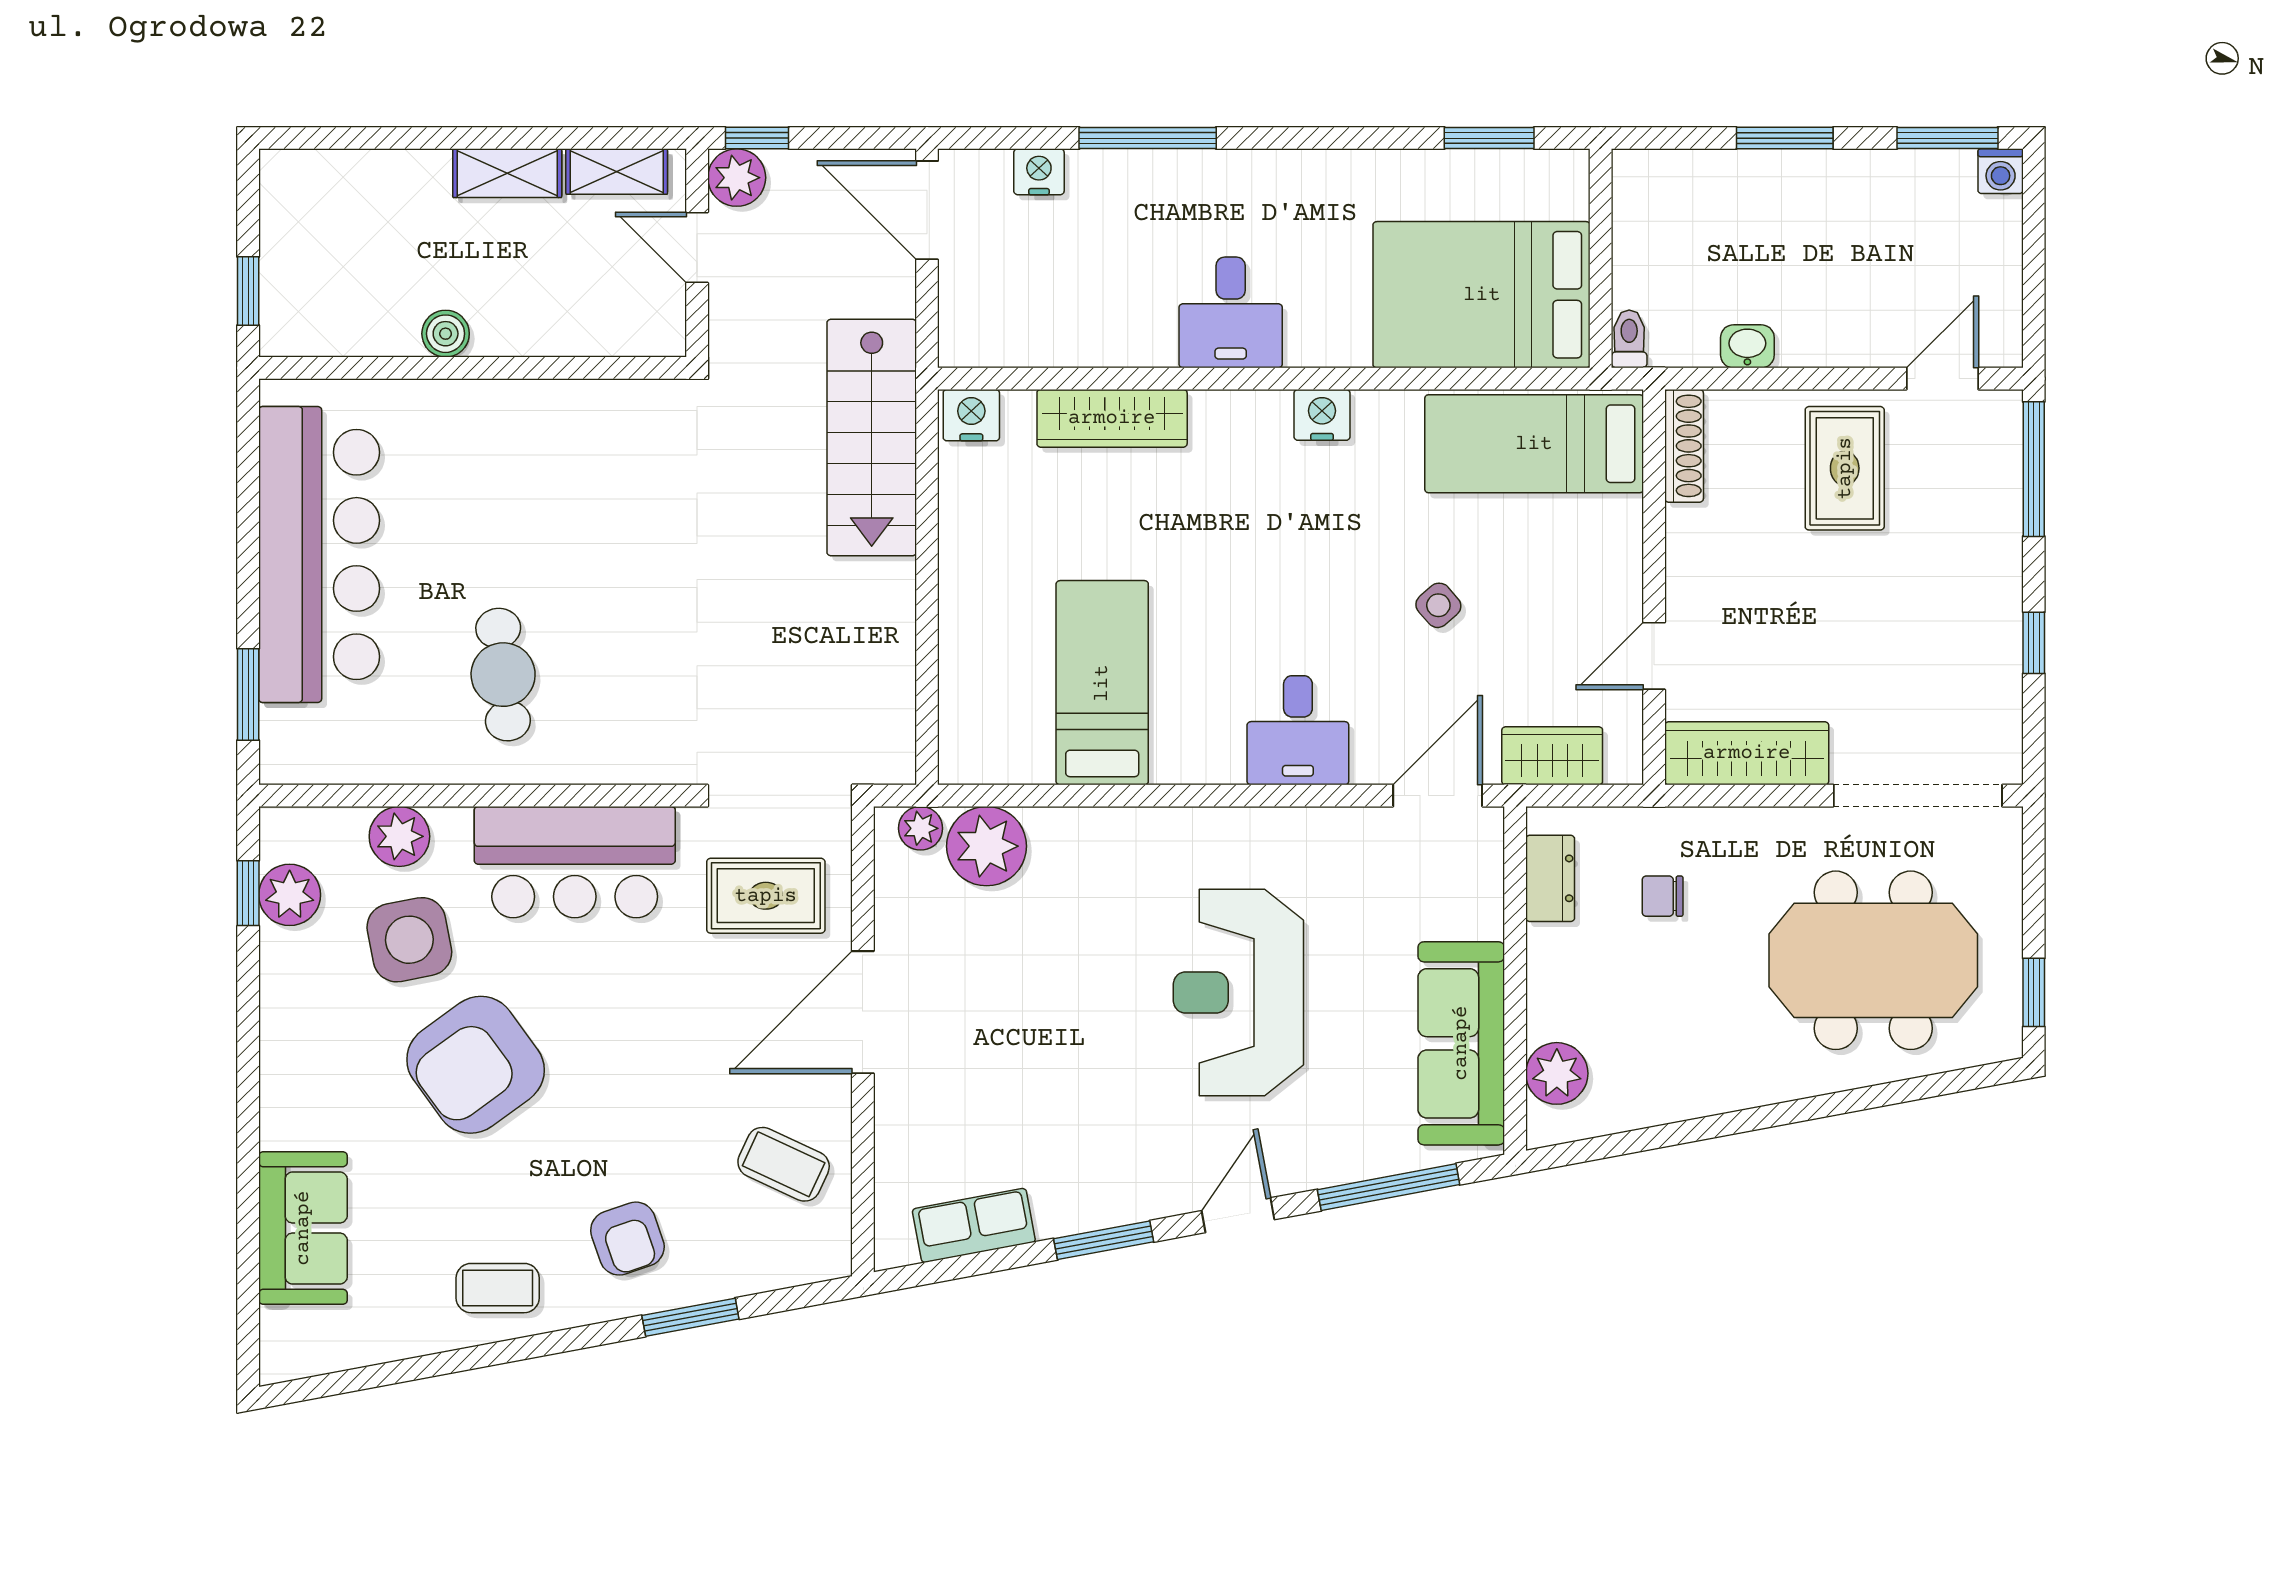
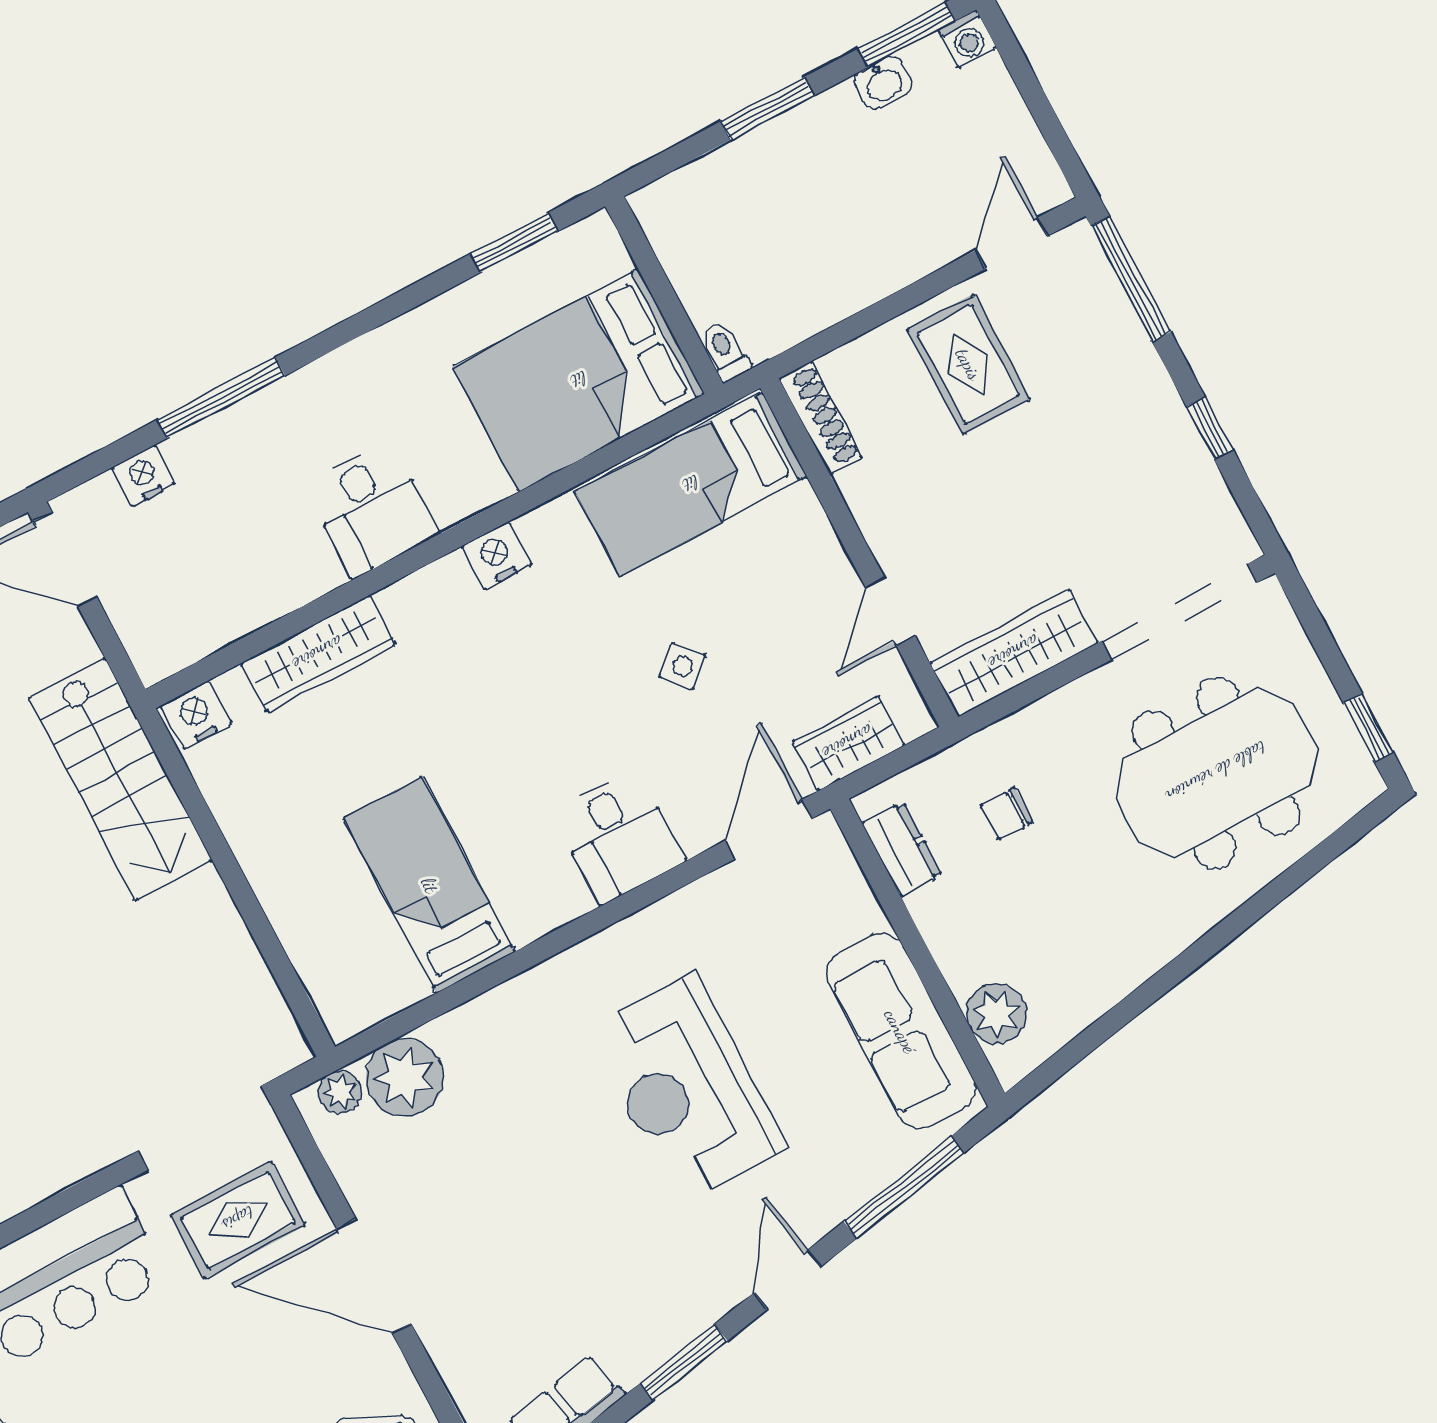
washbasin: (1747, 346) -> (883, 83), moved, turned 180
door: (863, 1012) -> (374, 1276), hinge flipped

